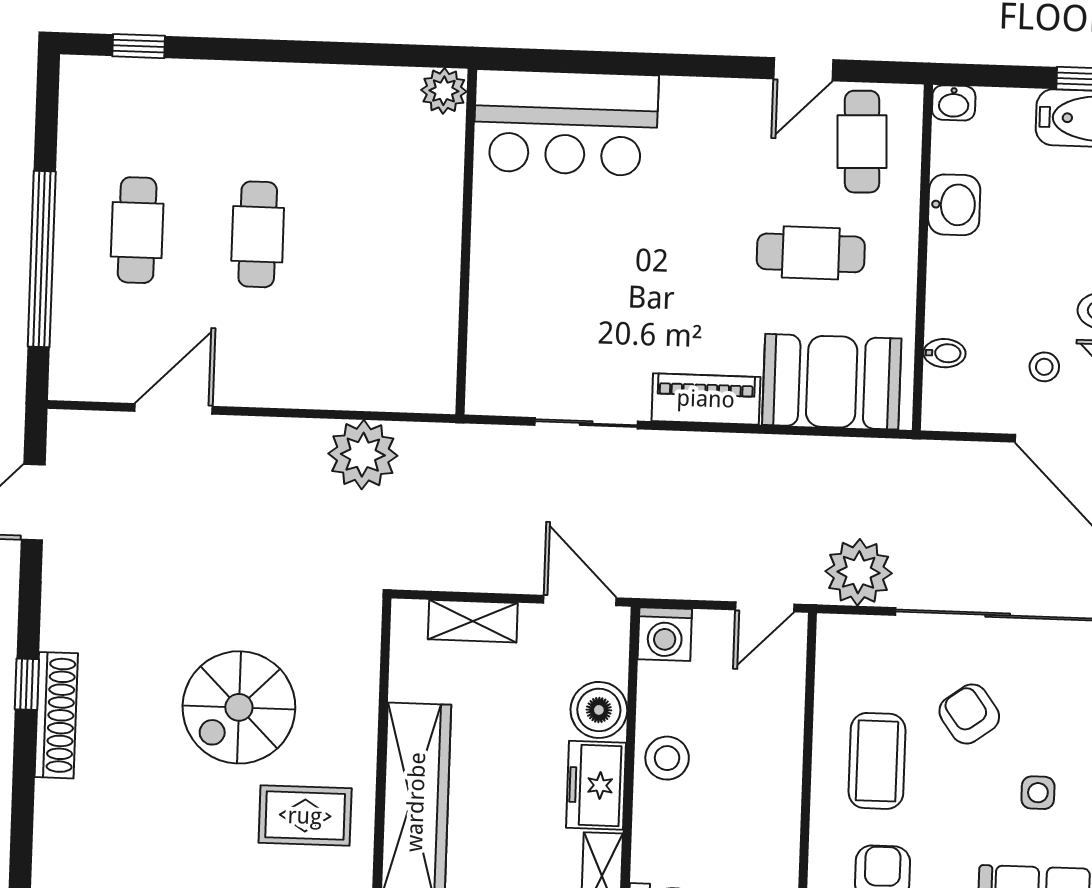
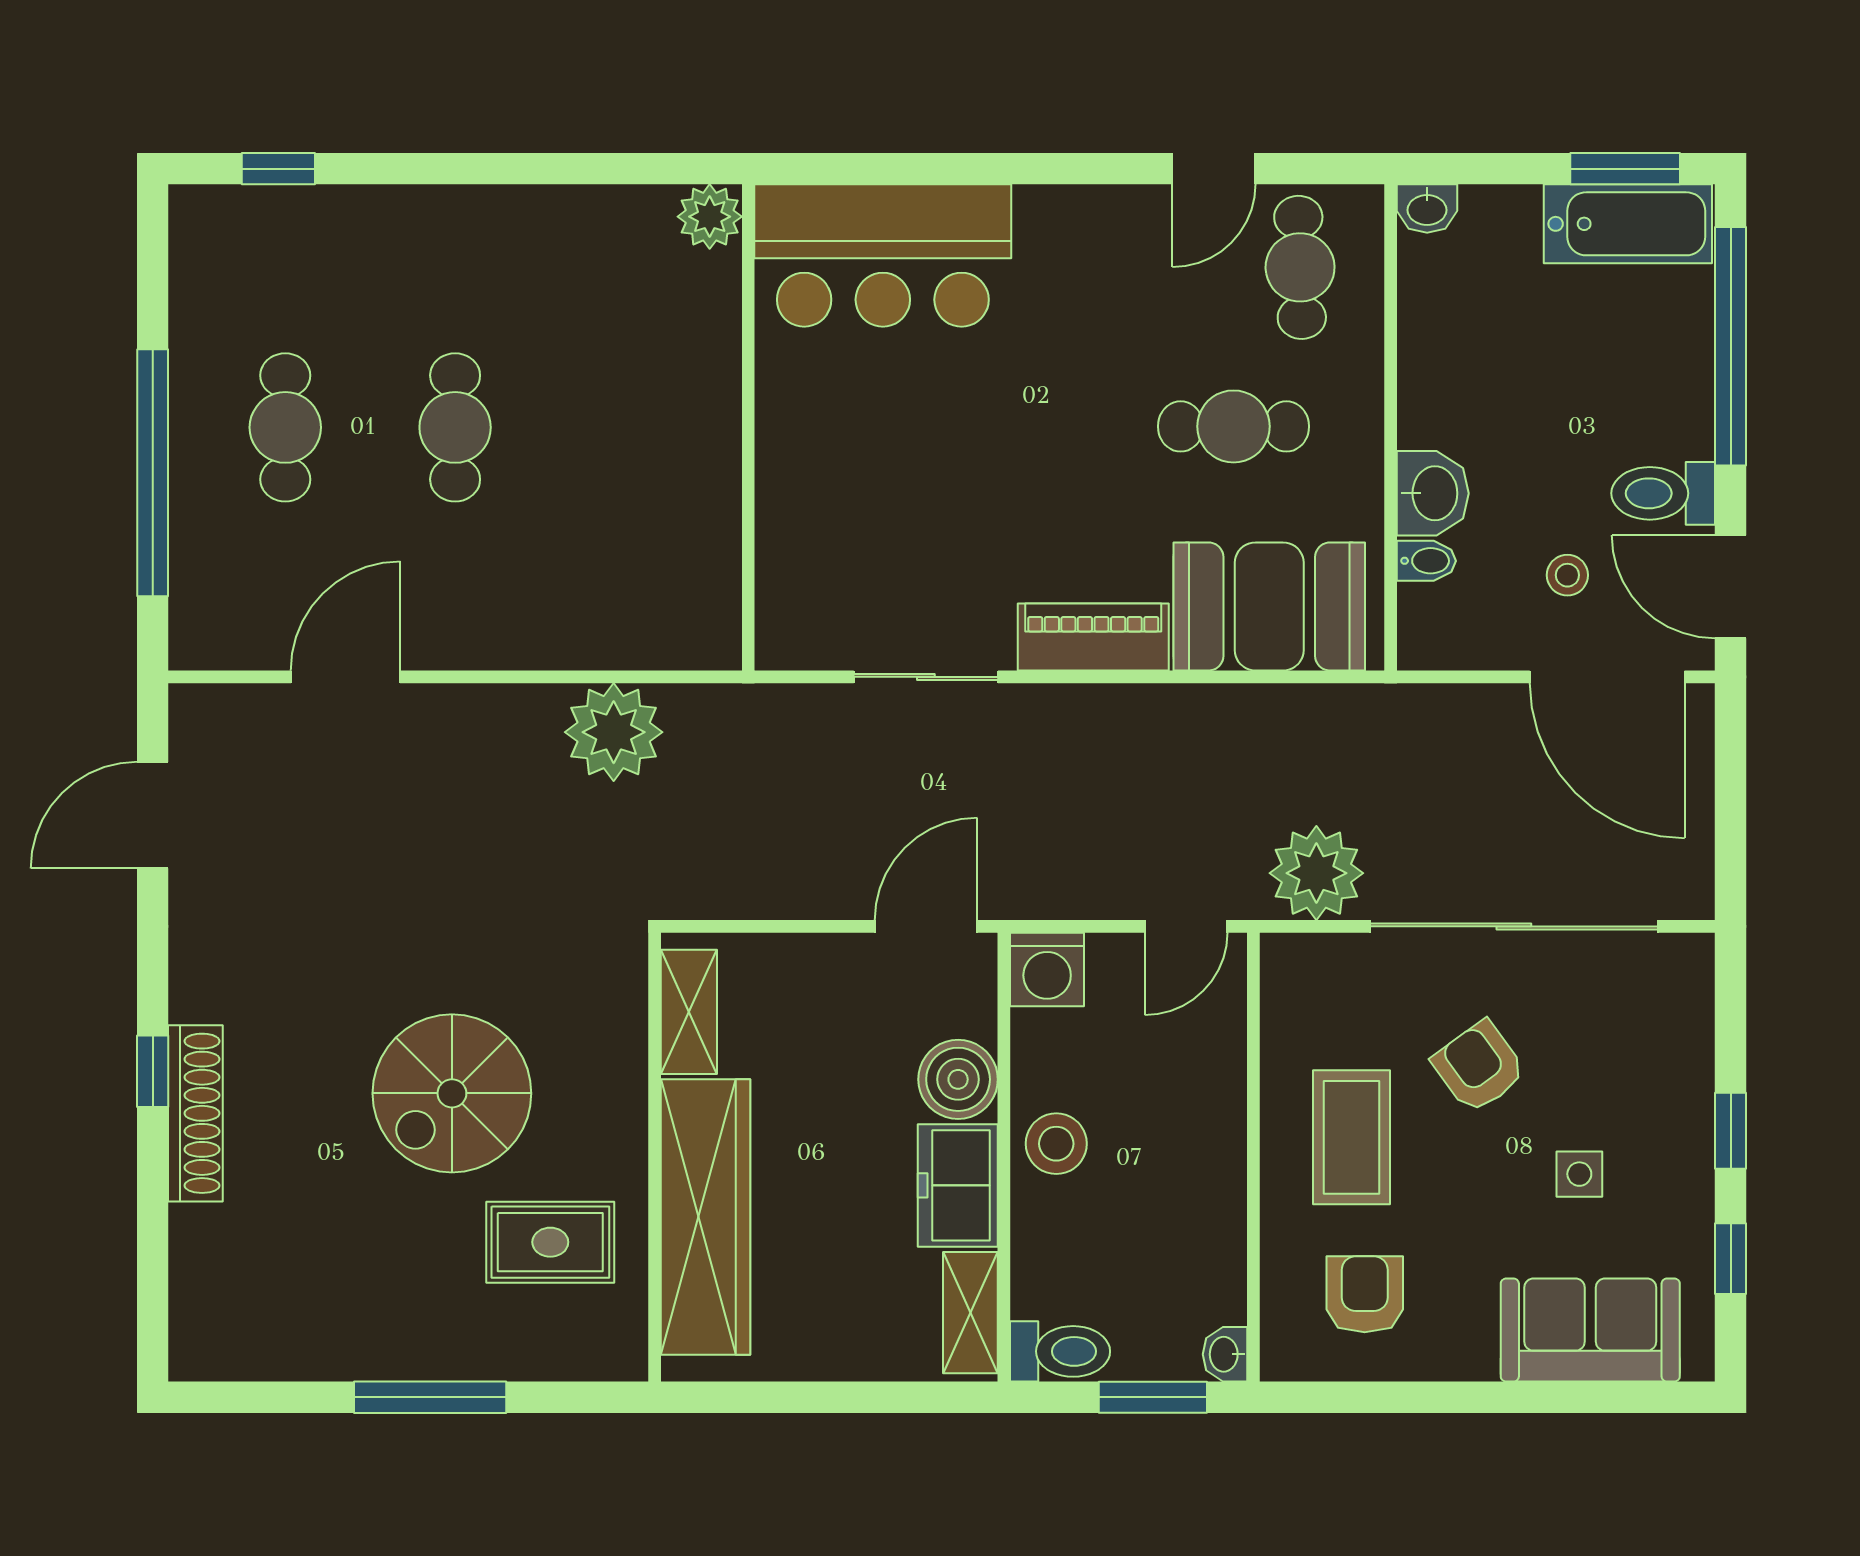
washbasin: (954, 205) -> (1433, 493), moved
door: (580, 600) -> (926, 926), hinge flipped
shelving: (473, 621) -> (689, 1012), moved, turned 90

